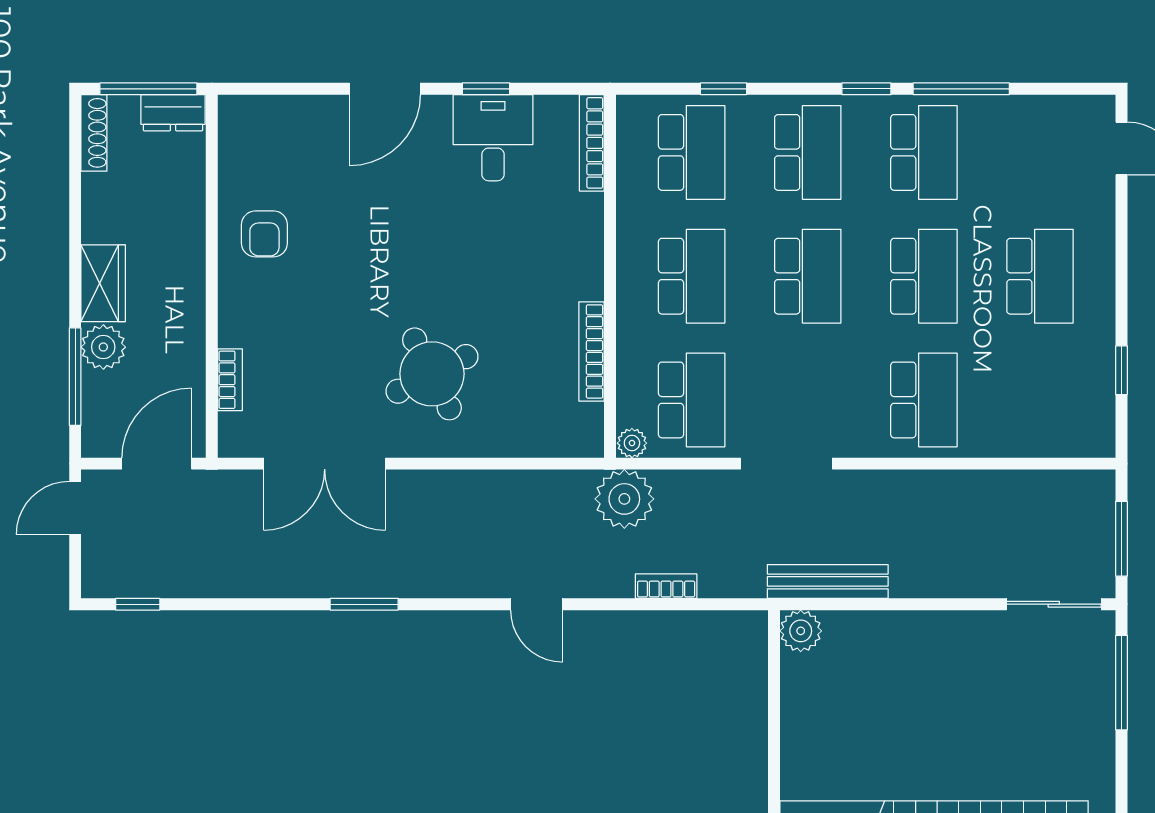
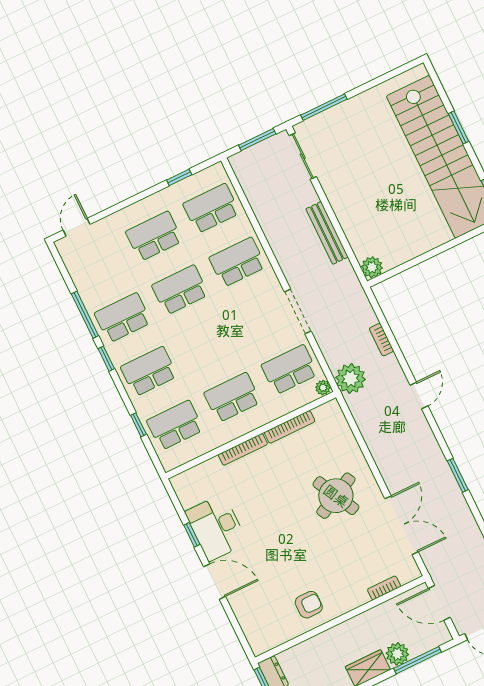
desk: (493, 138) -> (216, 527), width x1.37
bookcase: (592, 143) -> (243, 449), moved
school desk: (808, 276) -> (211, 208), moved
bench: (828, 581) -> (327, 233), moved

